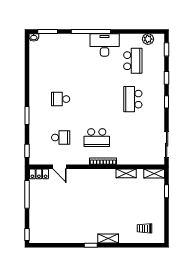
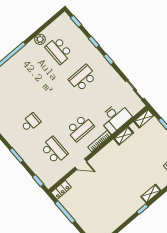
plant: (148, 39) -> (40, 39), moved
desk: (105, 45) -> (115, 118), moved, turned 180
school desk: (133, 61) -> (59, 50), turned 180
school desk: (61, 99) -> (31, 123), turned 180
school desk: (133, 99) -> (83, 78), turned 90
school desk: (61, 138) -> (54, 150), width x1.85
door: (60, 167) -> (81, 164), moved

